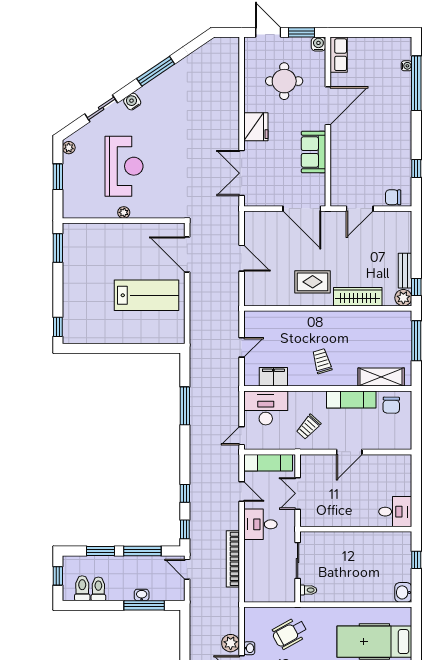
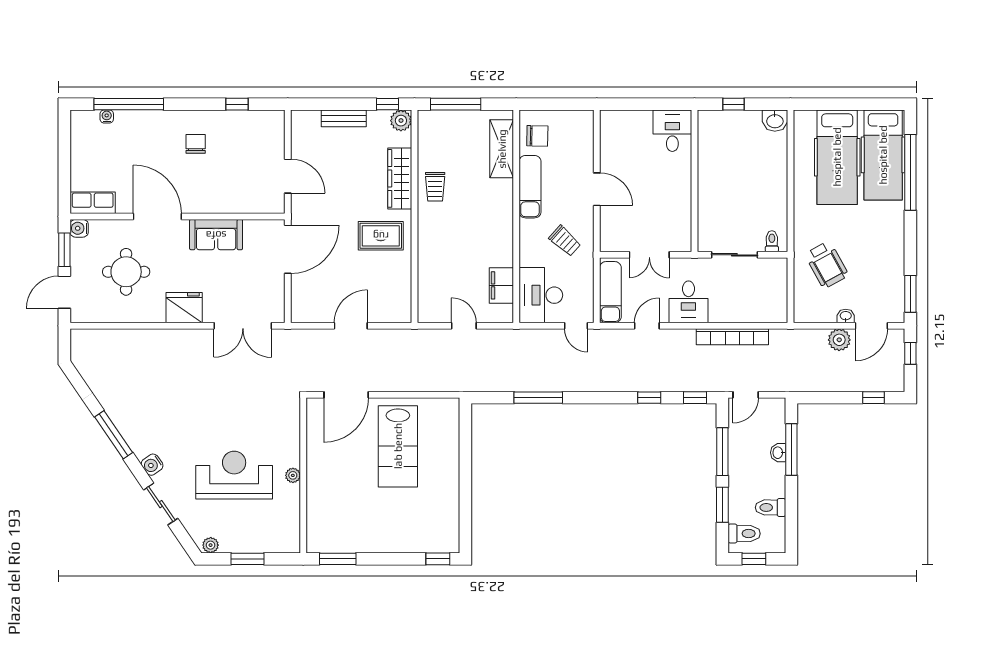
chair: (393, 197) -> (196, 144), moved, turned 180
bench: (405, 271) -> (344, 118), moved
rug: (313, 282) -> (381, 236), turned 90
lab bench: (147, 295) -> (398, 446), turned 180
trolley: (322, 361) -> (435, 187), moved, turned -74
toilet: (82, 588) -> (744, 534), moved, turned 180

